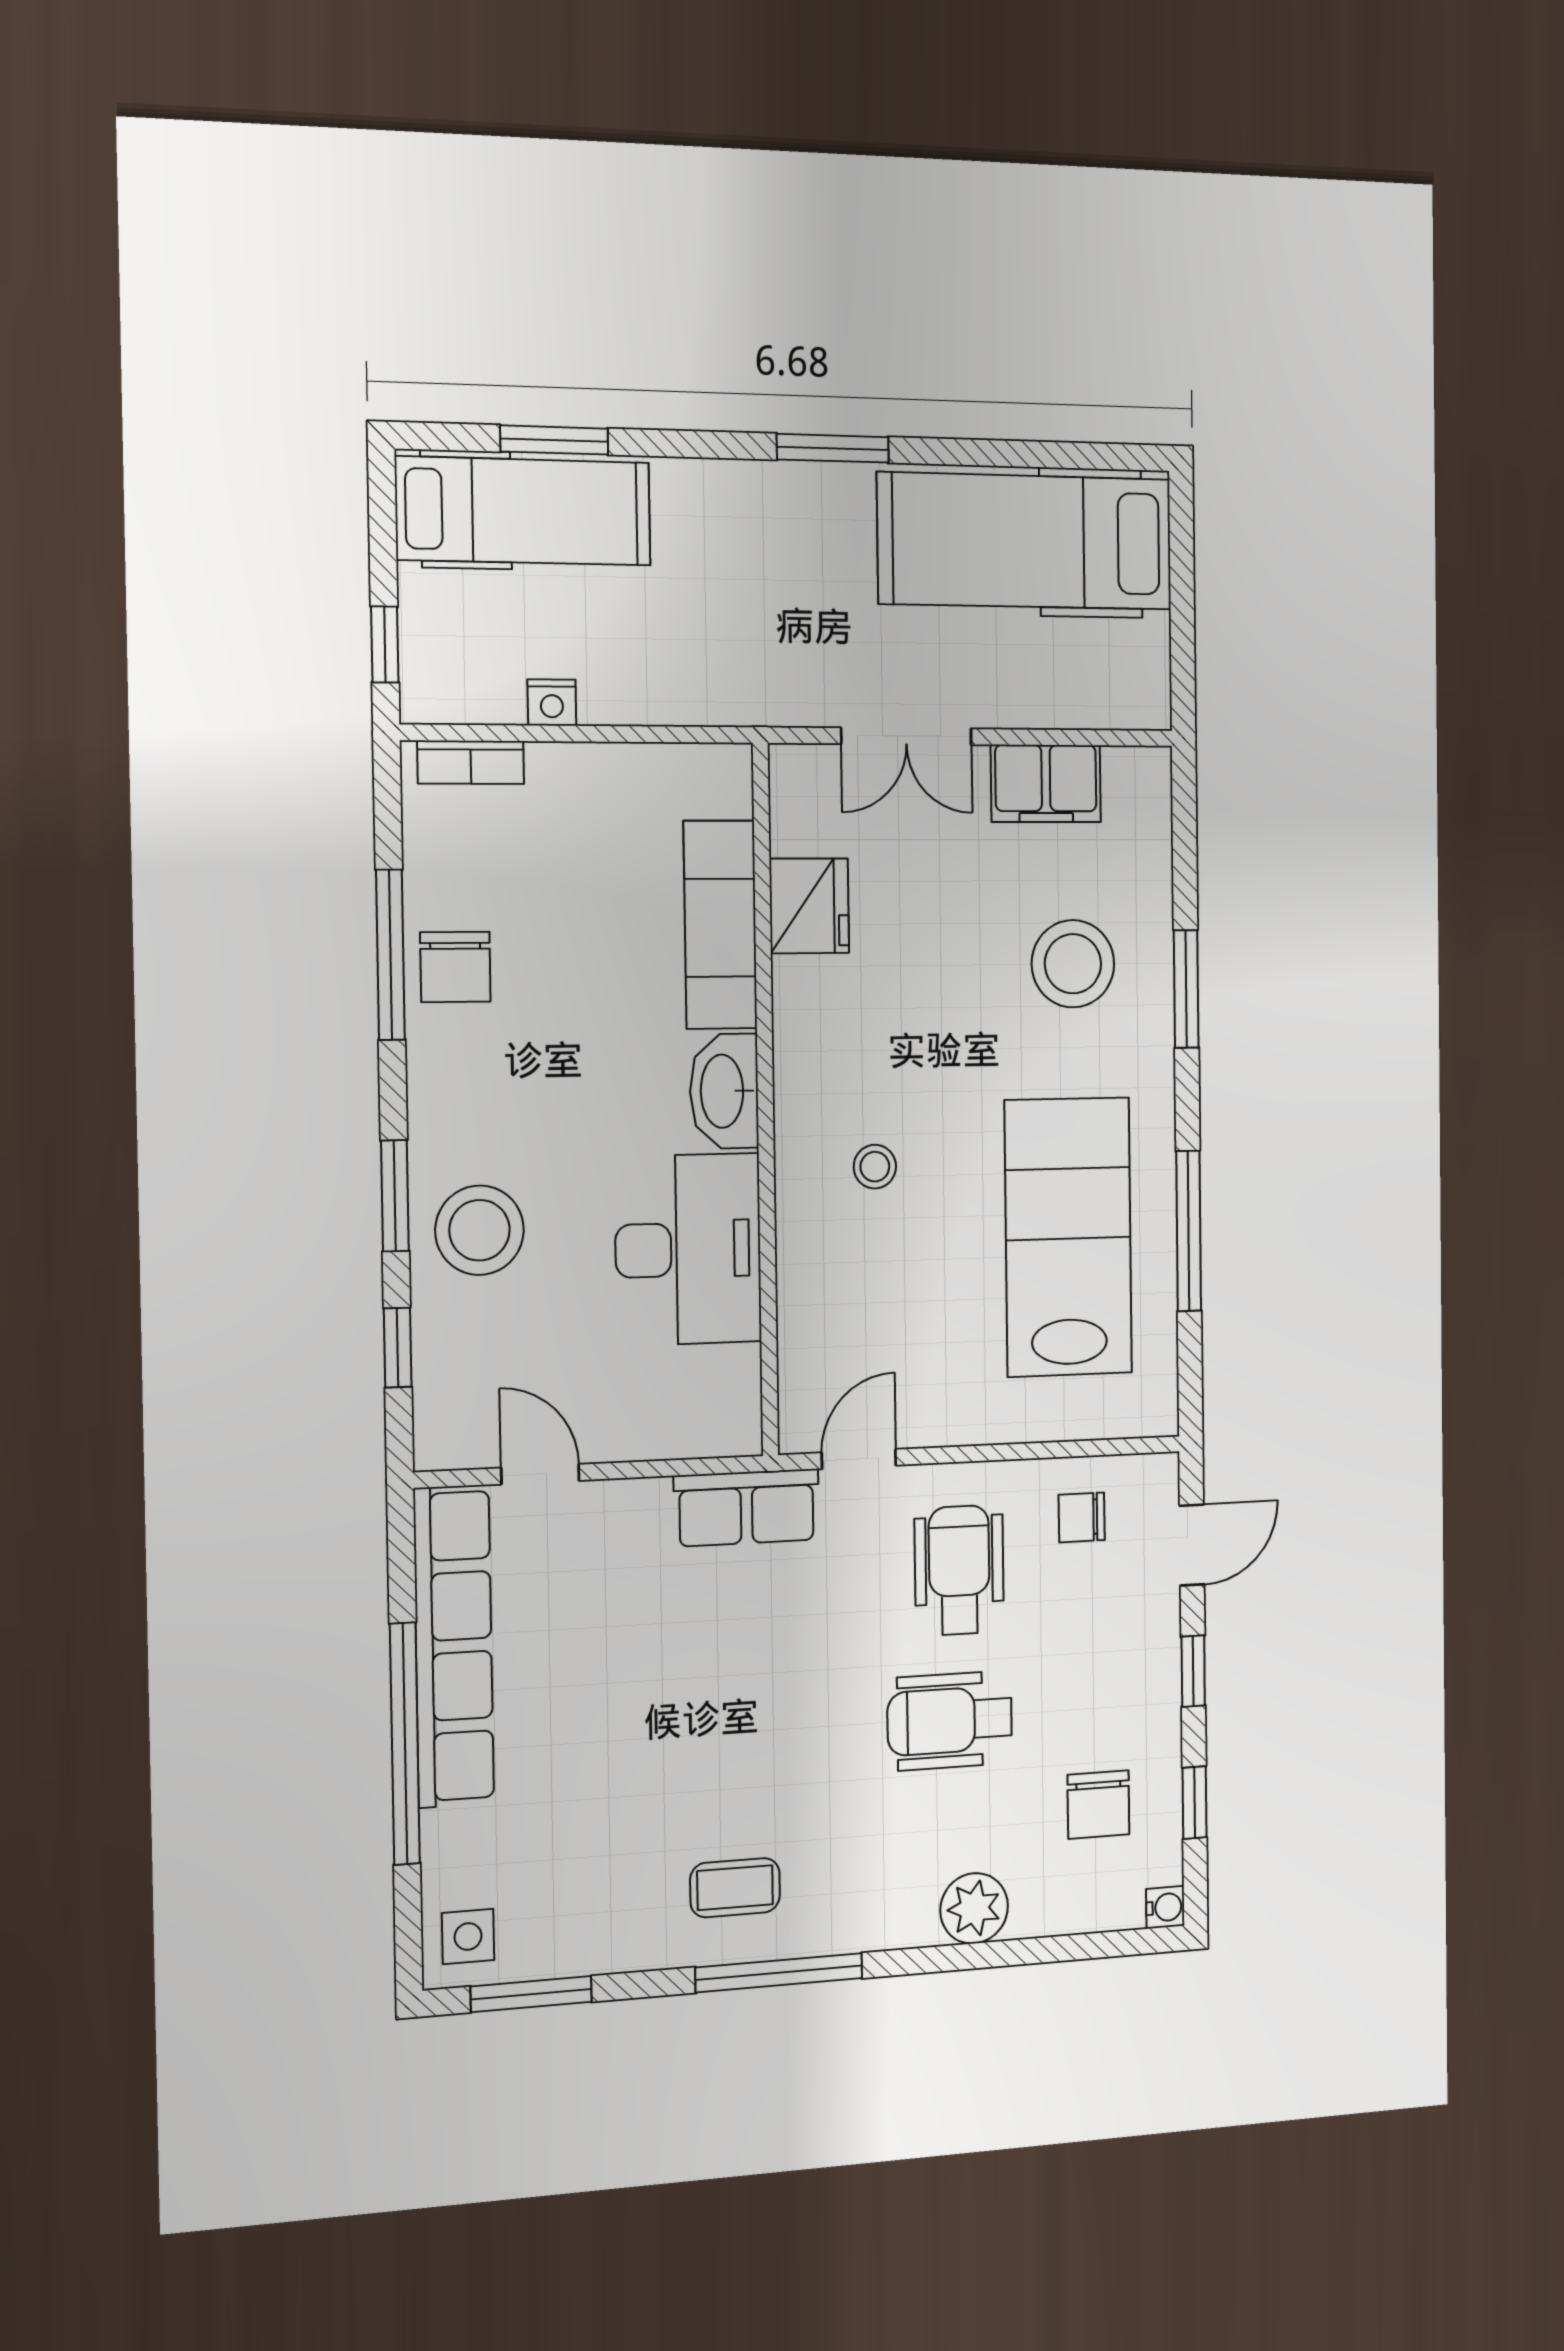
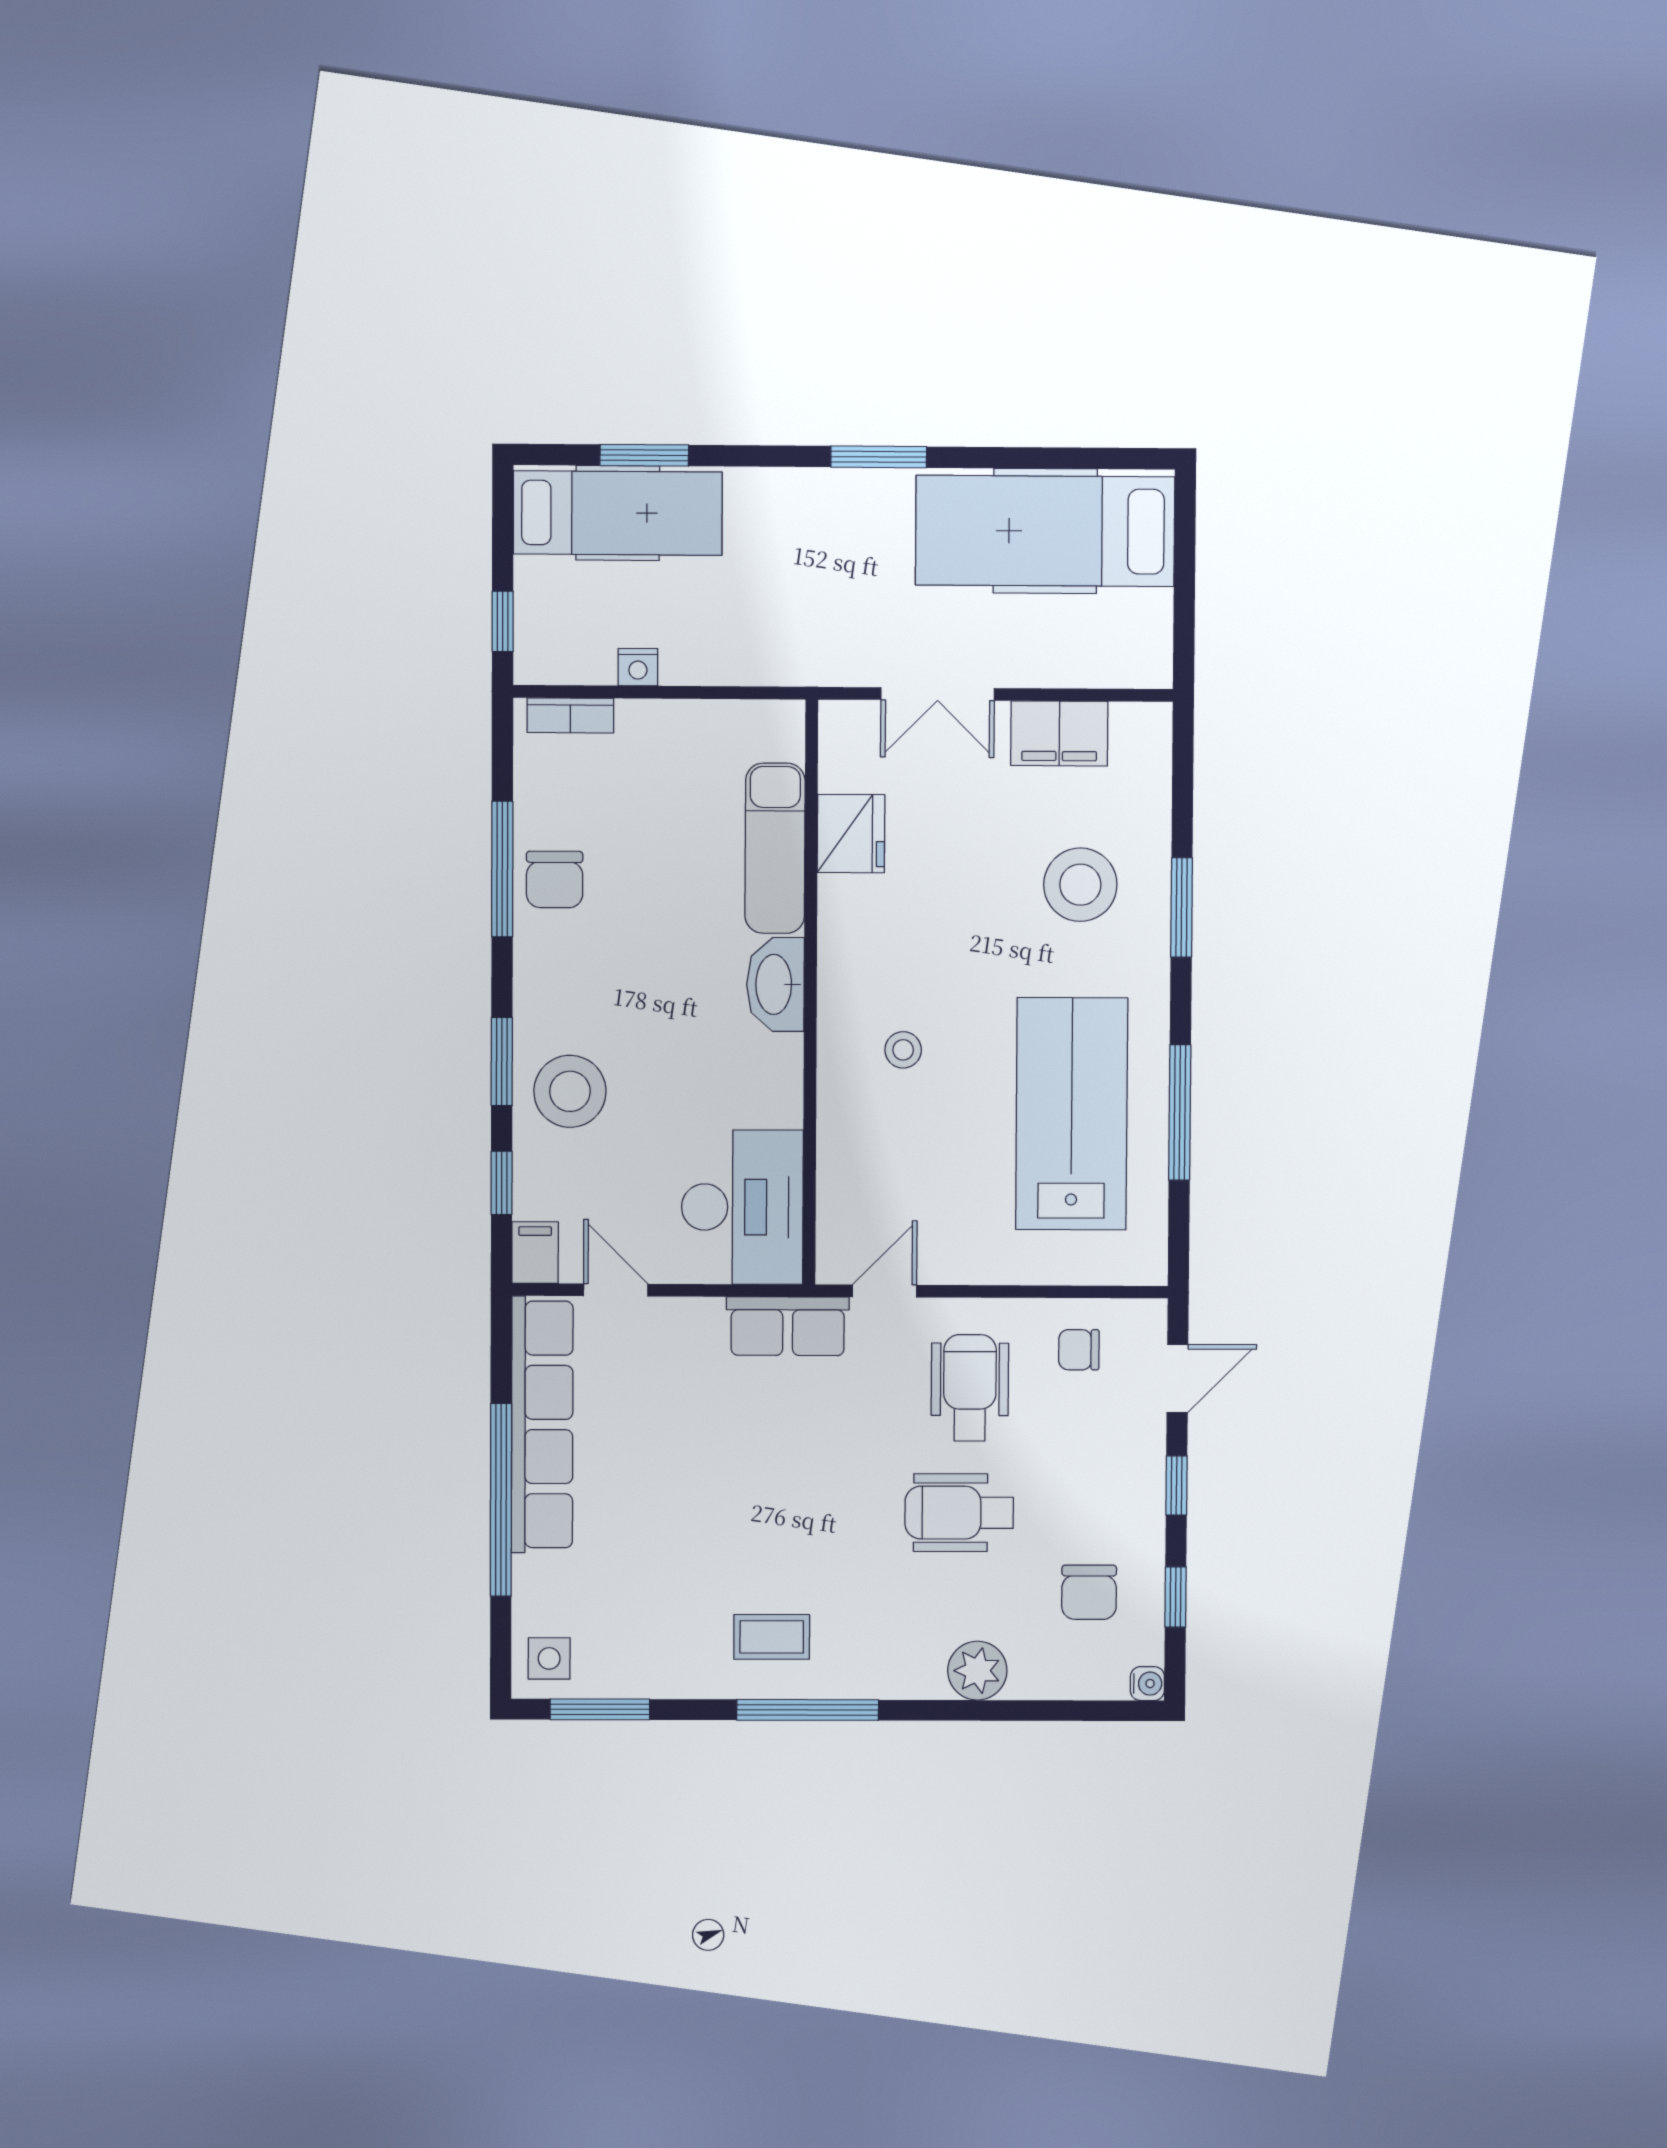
desk: (688, 1249) -> (742, 1207), moved
filing cabinet: (441, 1433) -> (535, 1253), added

